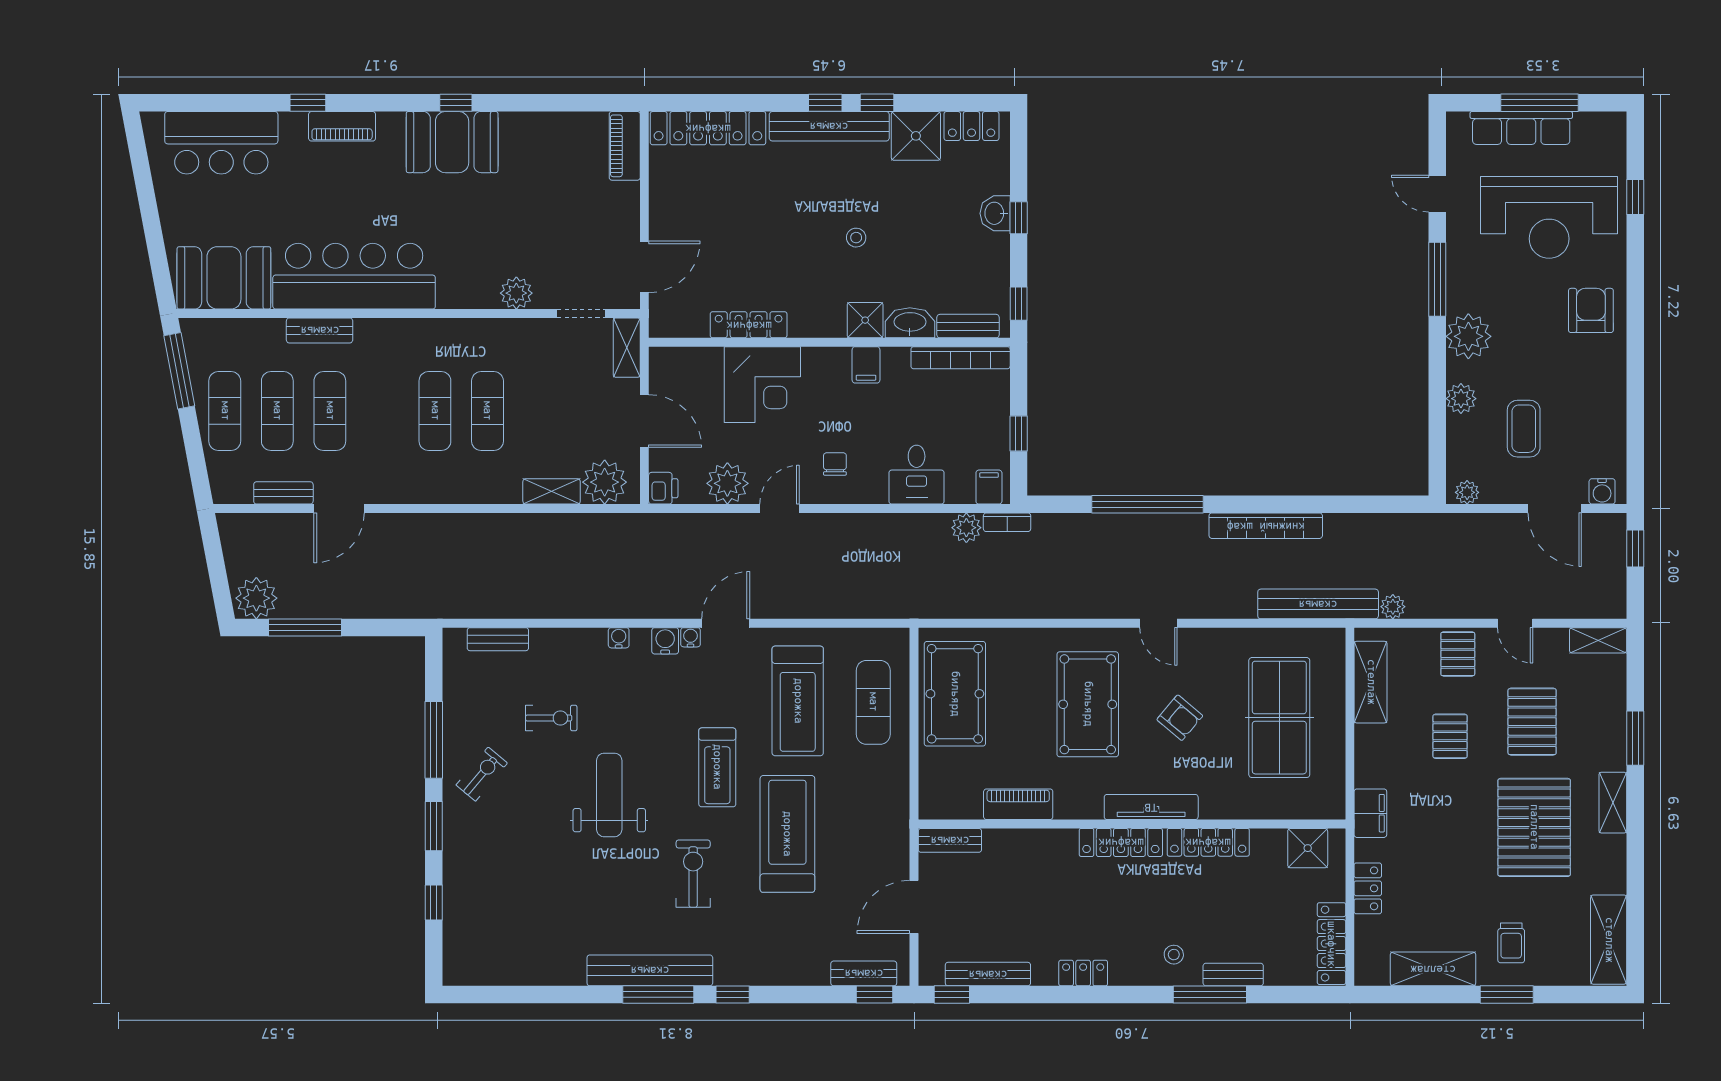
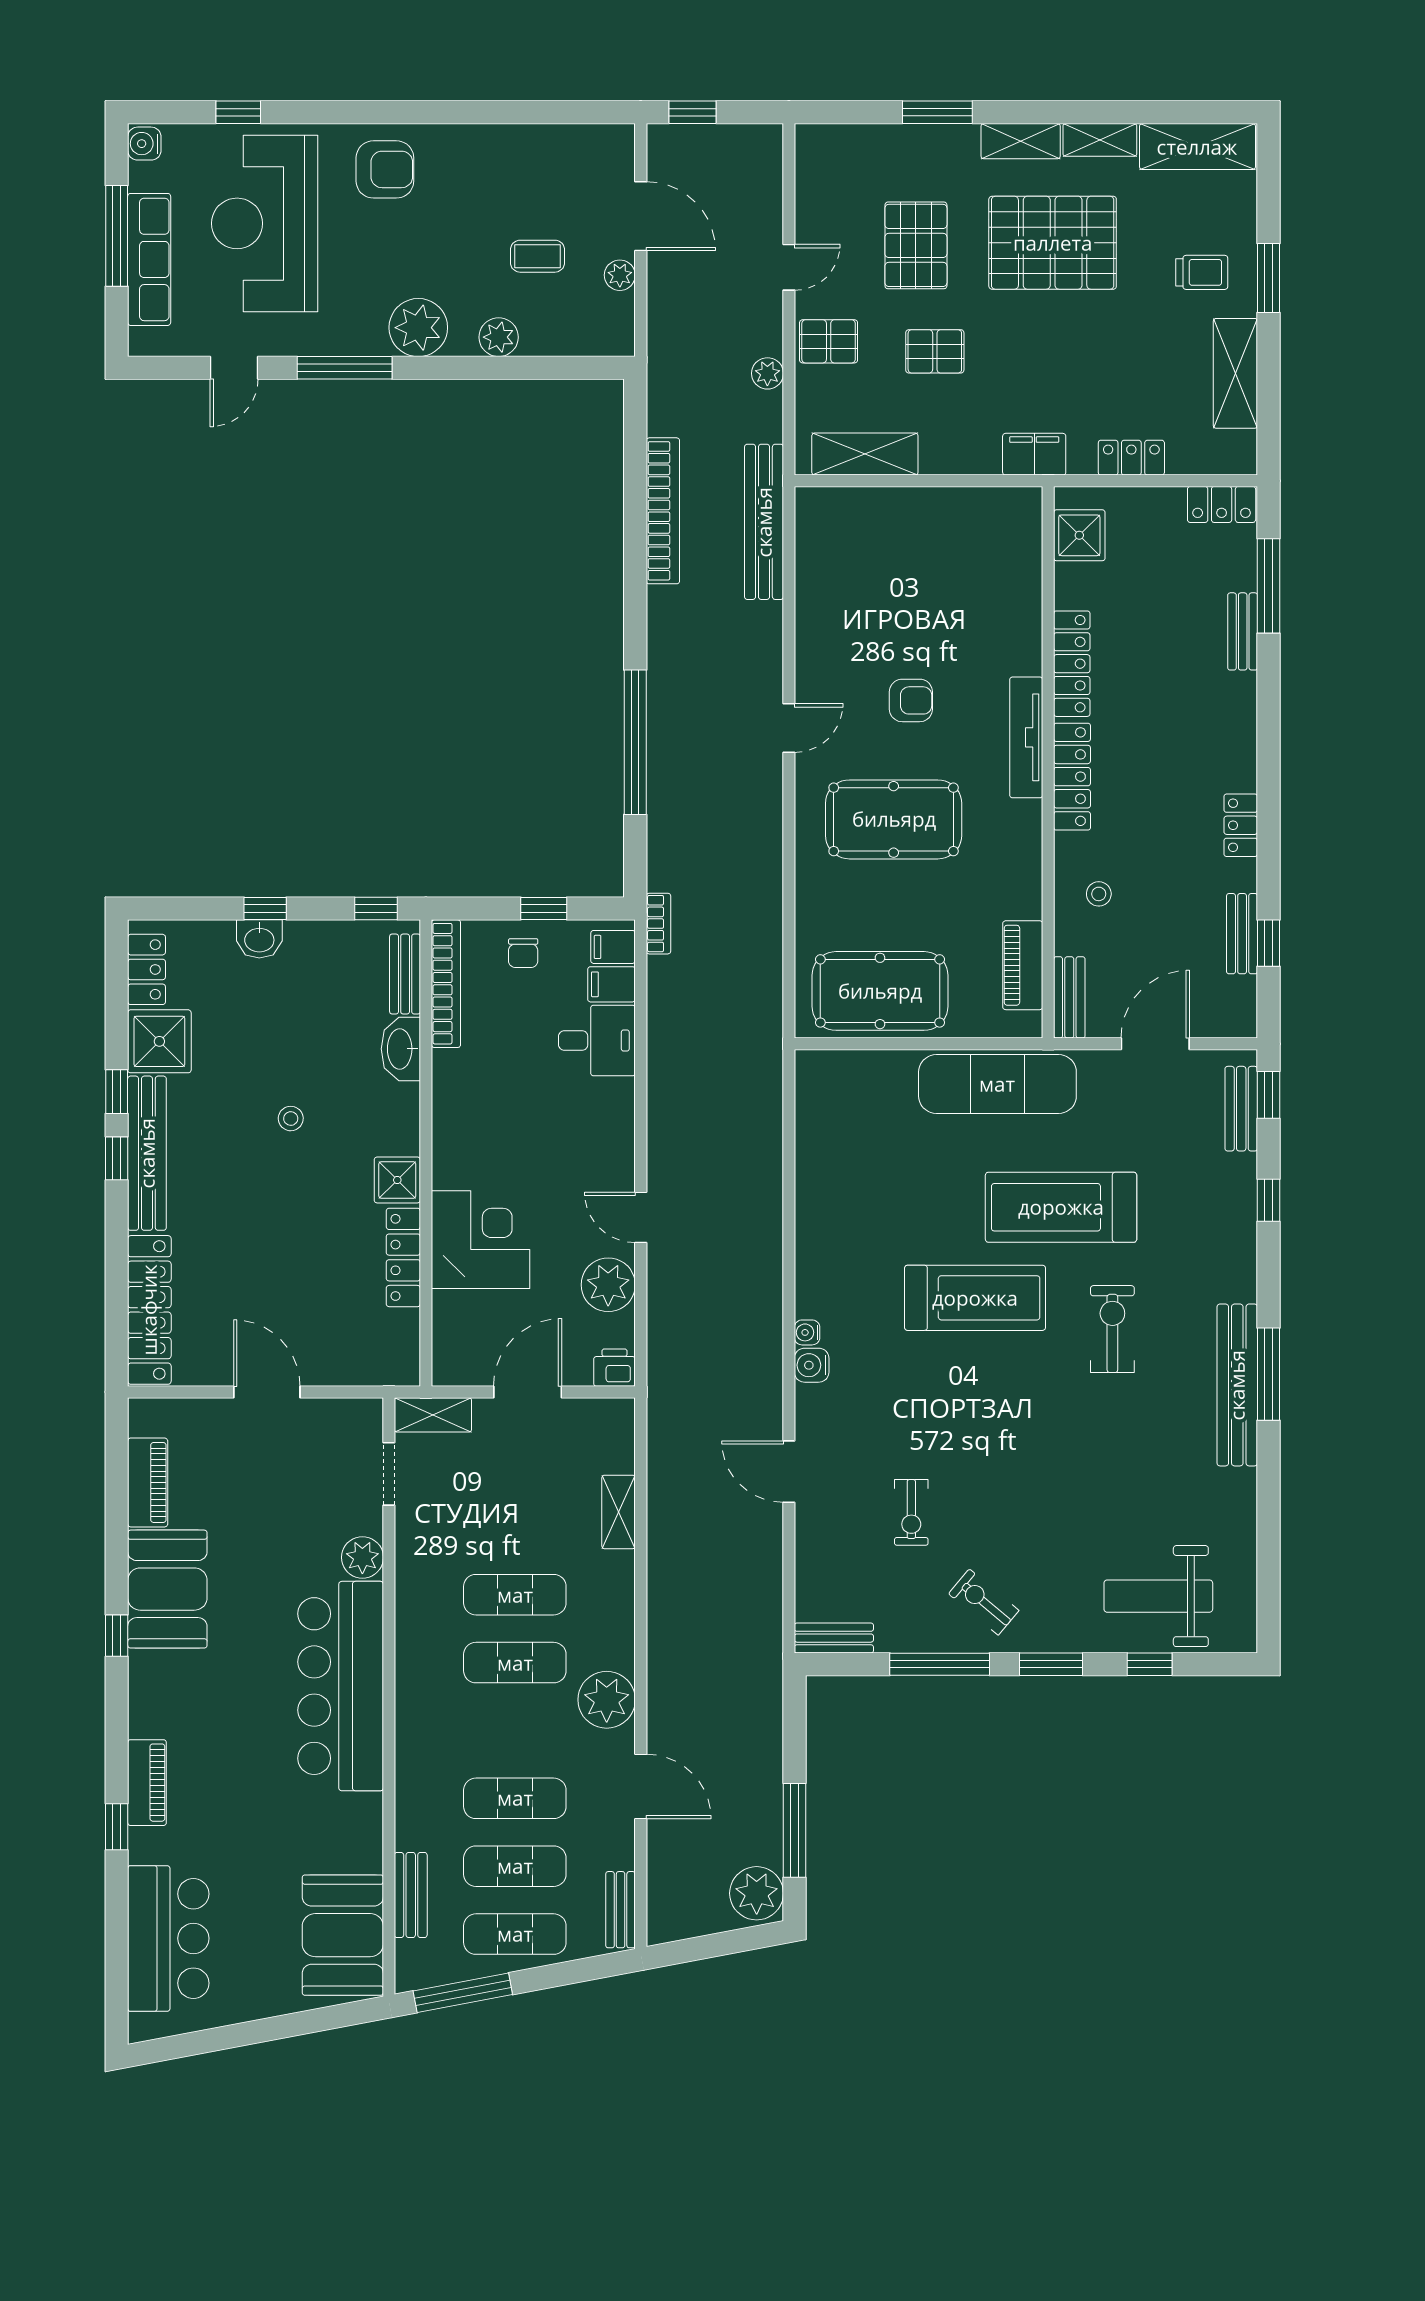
booth: (452, 142) -> (167, 1589), moved
piano: (625, 146) -> (148, 1482), moved, turned -90
reception desk: (1549, 217) -> (265, 223), turned 180
door: (644, 267) -> (267, 1392), moved
bar counter: (354, 276) -> (341, 1686), moved
armchair: (1591, 310) -> (385, 169), turned 180
shower: (865, 320) -> (397, 1180), moved
bench: (320, 330) -> (411, 1895), moved
filing cabinet: (866, 365) -> (611, 984), moved, turned 180
coffee table: (1524, 429) -> (538, 256), width x0.73, depth x0.77
chair: (835, 464) -> (523, 953), moved, turned -90
plant: (605, 482) -> (607, 1700), moved
water cooler: (1602, 491) -> (144, 144), moved, turned 180
plant: (1467, 492) -> (620, 275), moved
bench: (283, 493) -> (621, 1910), moved
door: (1555, 509) -> (641, 216), hinge flipped
bookcase: (1266, 526) -> (663, 511), moved
plant: (966, 528) -> (665, 976), removed
plant: (1393, 607) -> (767, 373), moved
door: (726, 623) -> (789, 1472), moved
water cooler: (619, 638) -> (808, 1425), removed
bench: (498, 639) -> (834, 1638), moved, turned 90
shelving: (1598, 640) -> (1100, 140), moved, turned 90
treadmill: (798, 701) -> (889, 1194), removed
exercise mat: (873, 702) -> (997, 1084), moved, width x1.36, depth x1.45
exercise bike: (551, 718) -> (911, 1512), turned 180
armchair: (1180, 718) -> (911, 700), turned 50
table tennis table: (1279, 718) -> (911, 572), removed
pallet: (1532, 722) -> (916, 245), turned 90
treadmill: (717, 767) -> (975, 1298), width x1.37, depth x1.38
weight bench: (609, 795) -> (1158, 1596), moved
piano: (1018, 804) -> (1023, 965), moved
exercise bike: (693, 874) -> (1112, 1329), turned 90
door: (914, 907) -> (1155, 1044), swing flipped
locker: (1331, 944) -> (1222, 504), width x0.66
stool: (1174, 955) -> (1099, 894), moved
bench: (988, 974) -> (1242, 934), width x0.73
window: (733, 995) -> (1269, 1200), moved
window: (952, 995) -> (1269, 943), moved
window: (1210, 995) -> (1269, 586), moved

